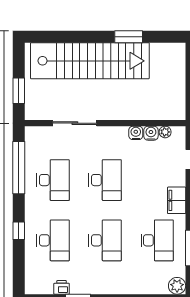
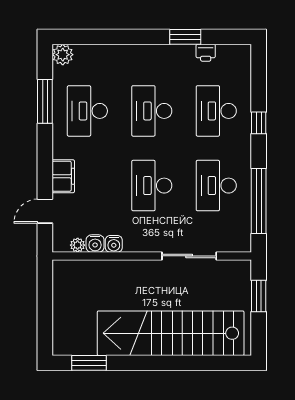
window: (129, 37) -> (89, 363), moved
filing cabinet: (177, 200) -> (63, 176), moved

